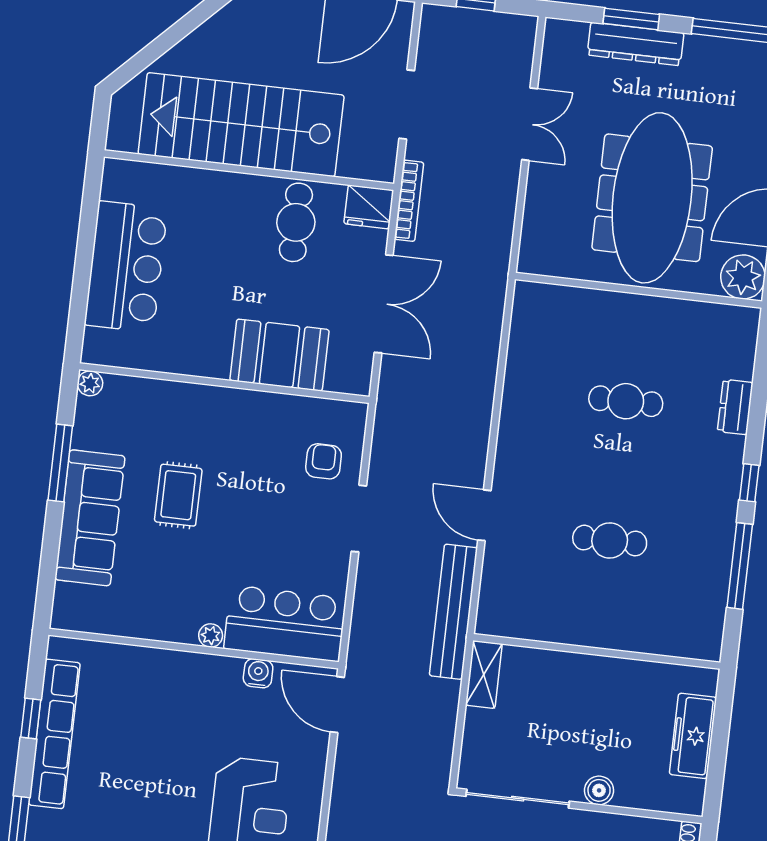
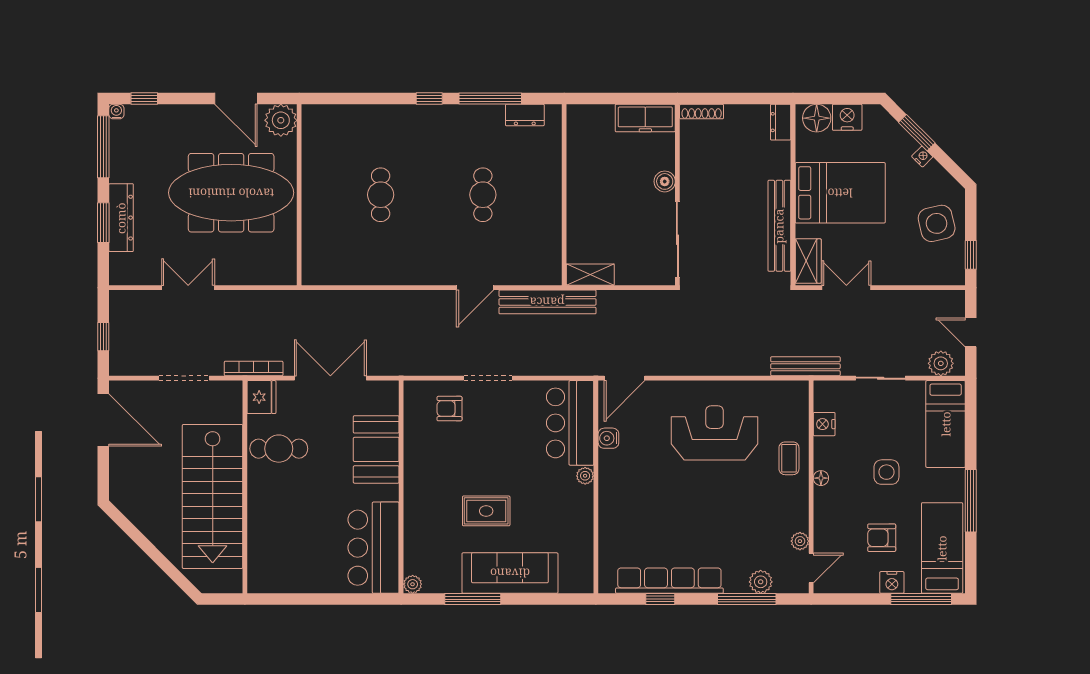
bar counter: (126, 267) -> (373, 548), moved, turned -90
dresser: (735, 407) -> (525, 115), moved
freezer: (693, 736) -> (645, 118), moved

